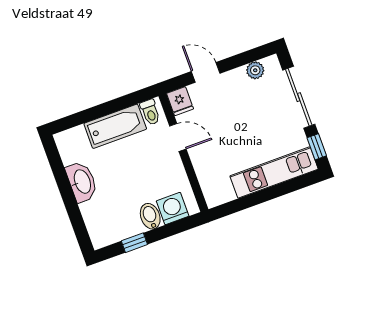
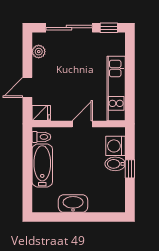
door: (178, 138) -> (82, 124), moved
kitchen unit: (274, 172) -> (116, 89), moved
window: (134, 243) -> (130, 169), moved

